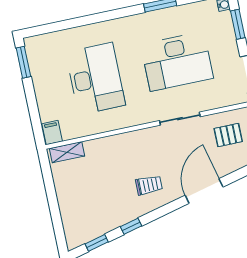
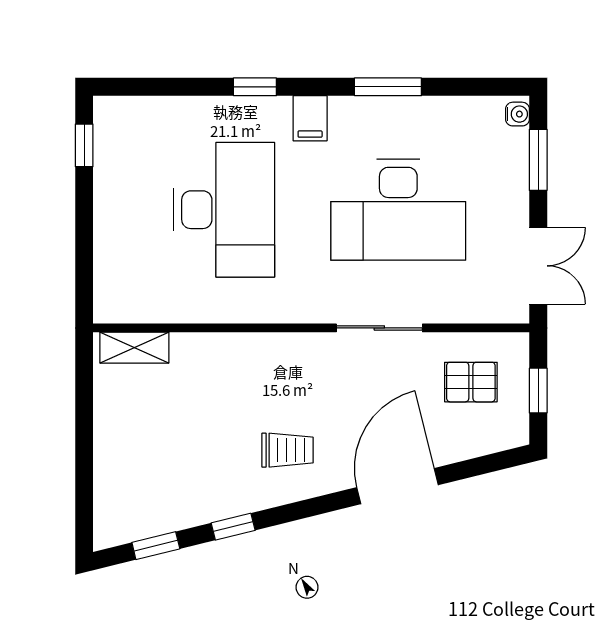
window: (98, 18) -> (255, 87), added
window: (23, 62) -> (84, 145), width x0.67
filing cabinet: (52, 132) -> (310, 118), moved, turned 180

